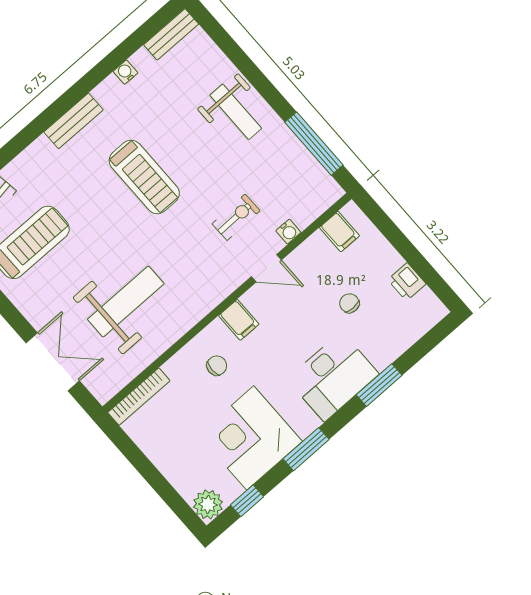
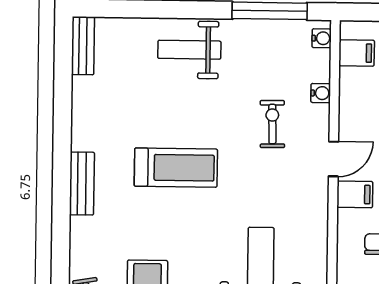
water cooler: (126, 72) -> (322, 38), moved, turned 180
weight bench: (236, 112) -> (189, 50), turned 180
door: (266, 268) -> (334, 159), moved

